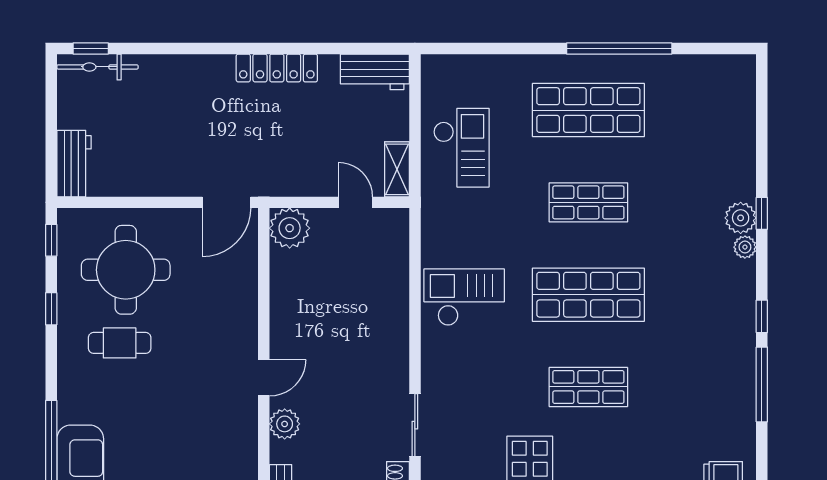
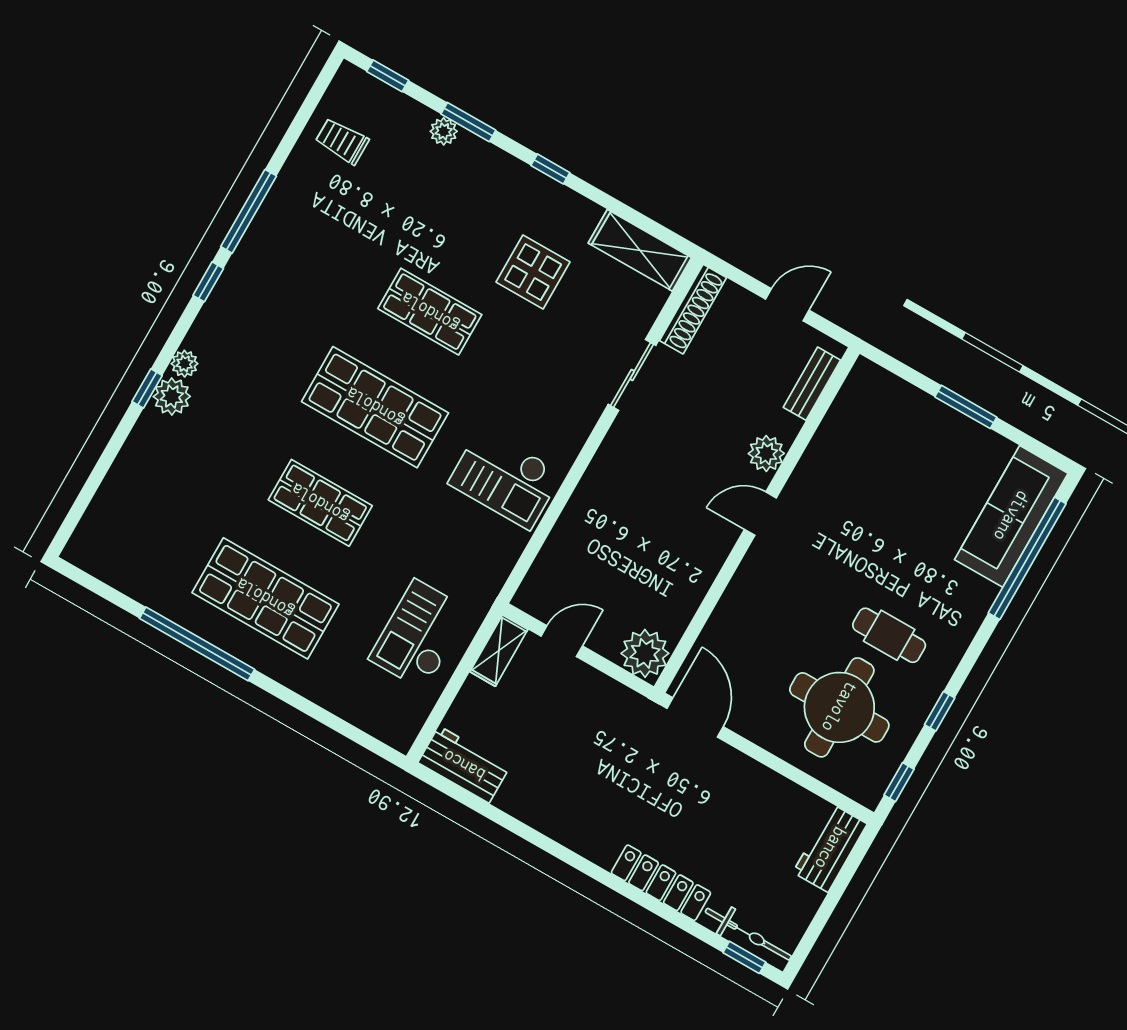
locker: (277, 68) -> (661, 883), moved
door: (226, 202) -> (695, 717), hinge flipped
door: (355, 202) -> (562, 641), swing flipped

